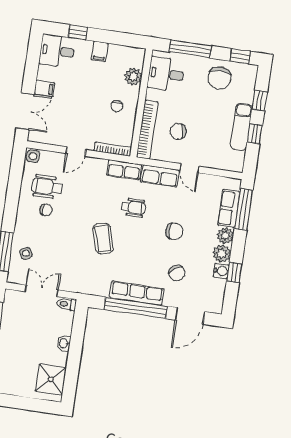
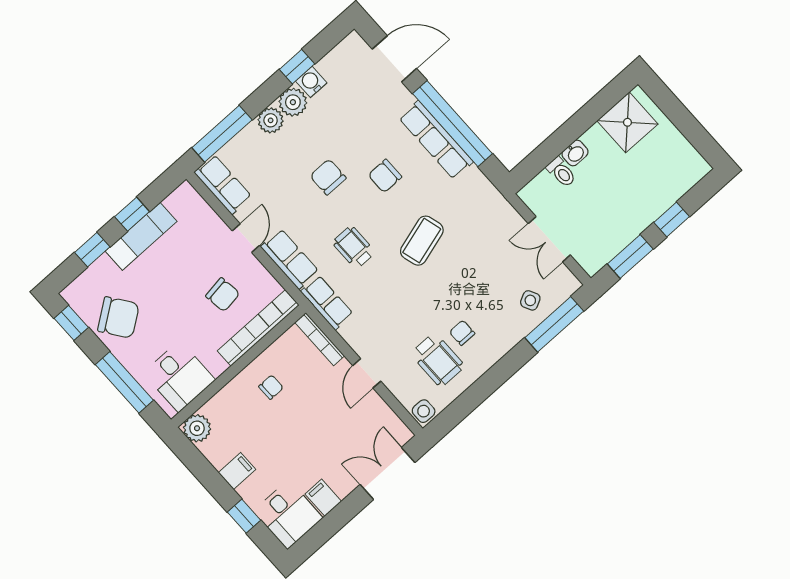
plant: (133, 77) -> (197, 428), moved
chair: (219, 78) -> (118, 317), turned 54
filing cabinet: (44, 88) -> (323, 498), moved
door: (76, 152) -> (367, 373), swing flipped
row of seats: (229, 208) -> (223, 184), moved, turned -90
chair: (177, 273) -> (385, 176), moved, turned -146
toilet: (66, 304) -> (561, 172), moved

